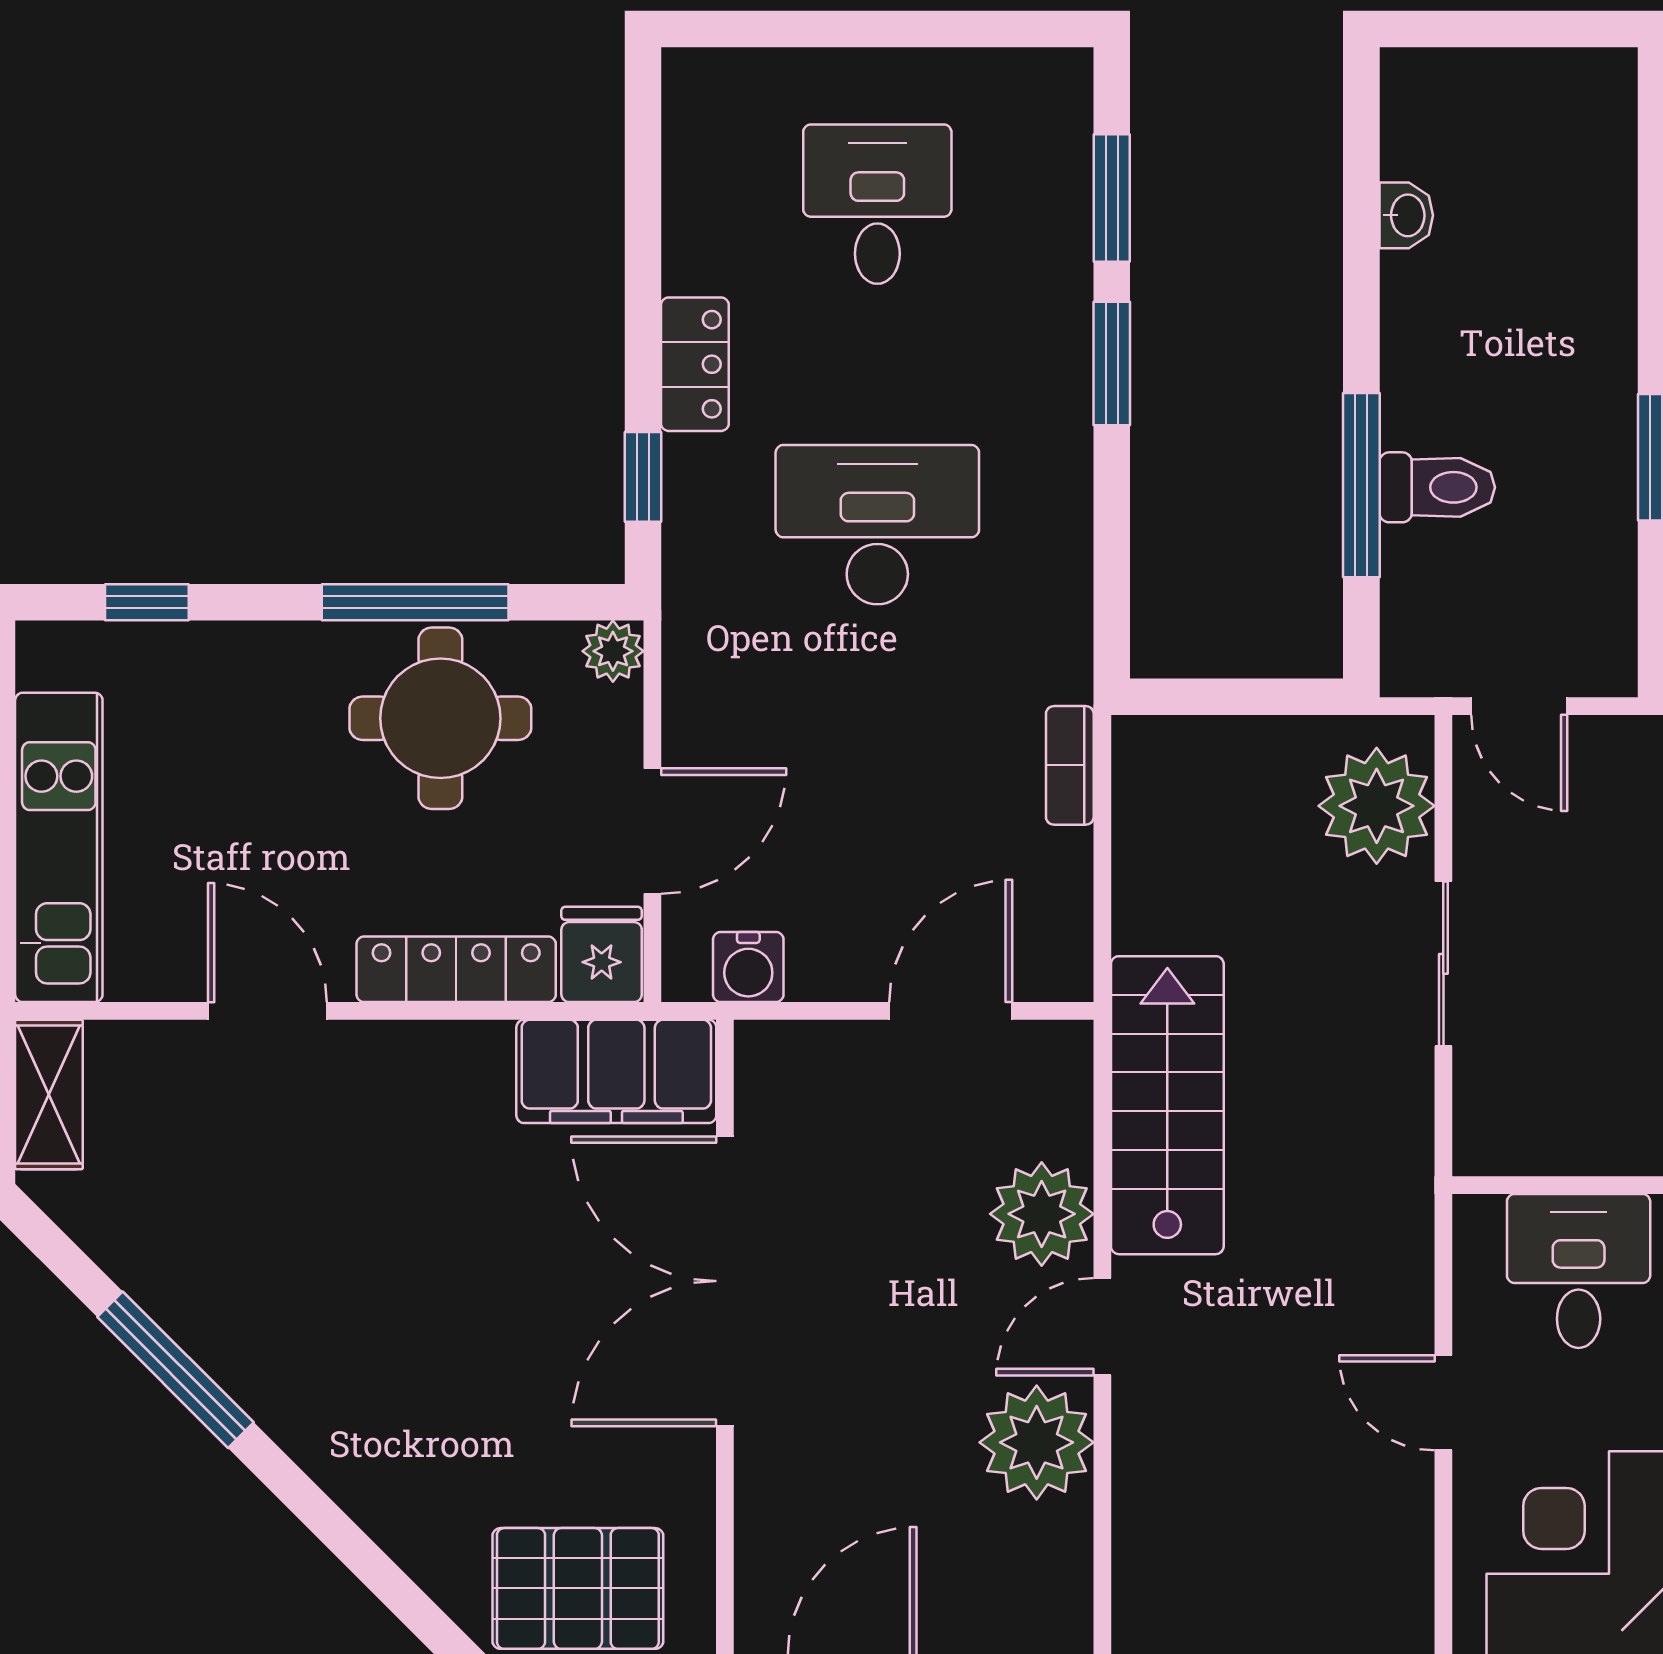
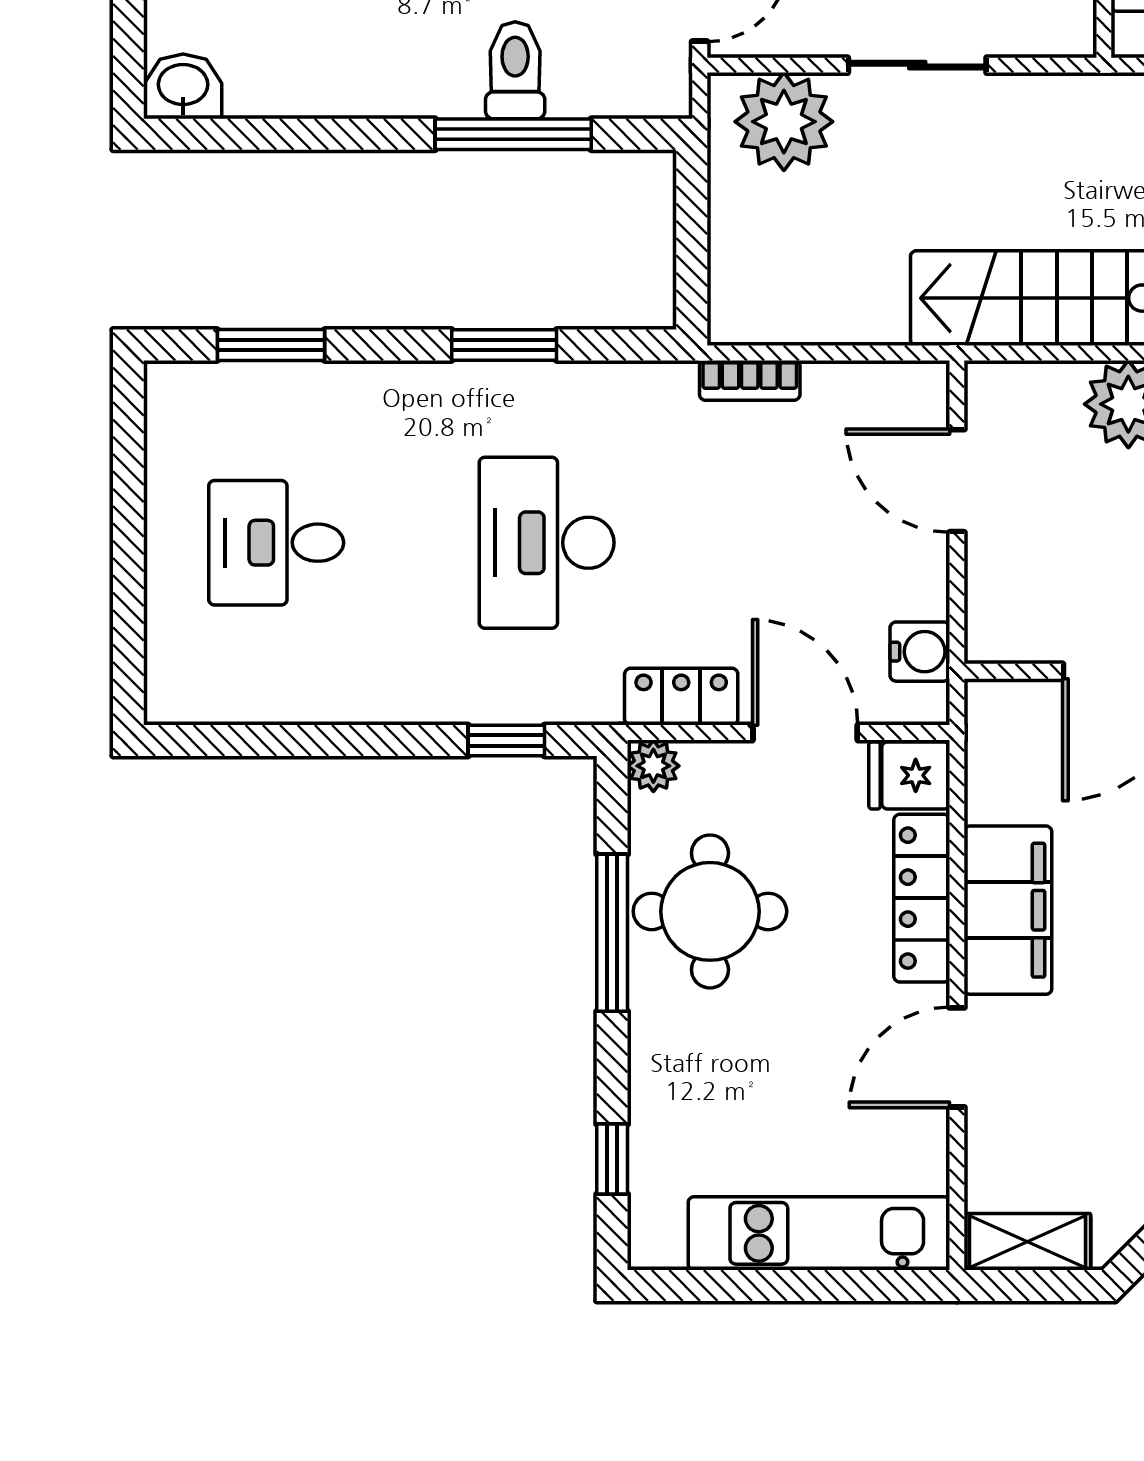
washbasin: (1406, 215) -> (183, 86), moved, width x1.38, depth x1.45
window: (1112, 363) -> (504, 345), moved
locker: (695, 364) -> (681, 697), moved
filing cabinet: (616, 1071) -> (1008, 910), moved

